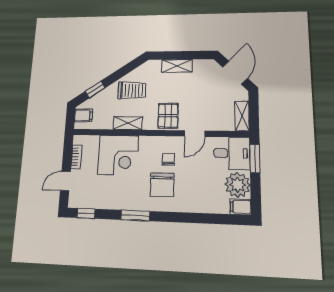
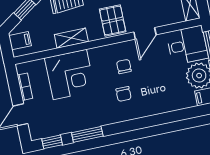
chair: (162, 185) -> (124, 94), width x0.54, depth x0.54
window: (135, 215) -> (87, 134), moved

